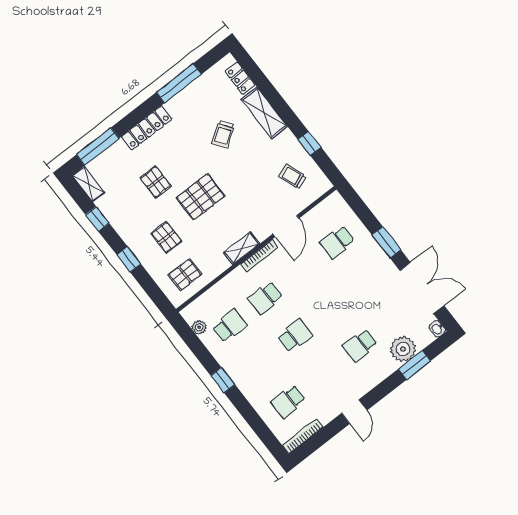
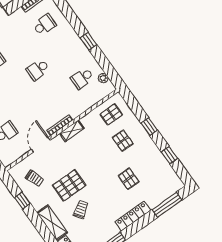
shelving: (88, 184) -> (175, 179), removed
pallet: (201, 197) -> (69, 185), moved
school desk: (265, 298) -> (57, 96), removed

